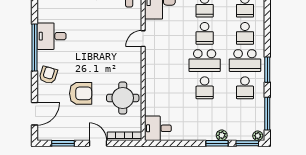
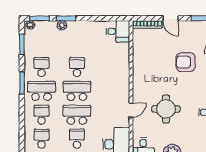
school desk: (205, 33) -> (77, 115), width x1.85
round table: (123, 98) -> (166, 109), moved
window: (267, 114) -> (22, 44), width x0.69

